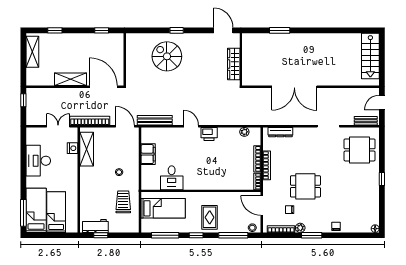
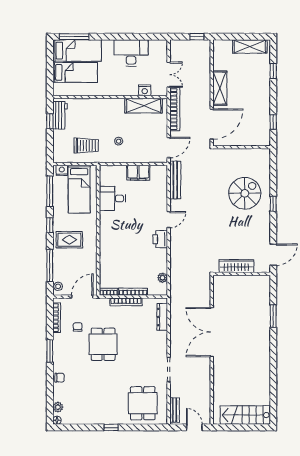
nightstand: (146, 224) -> (62, 170), added
plant: (300, 228) -> (58, 407), moved

